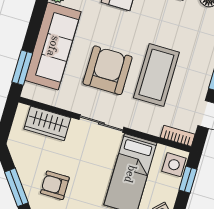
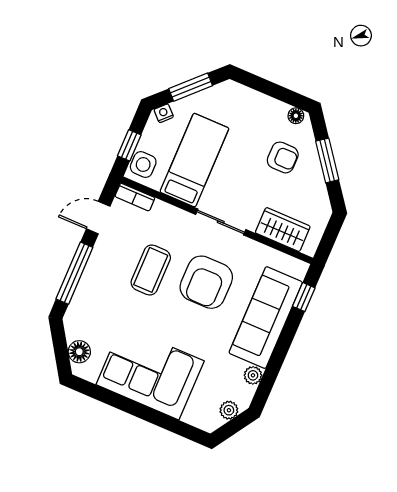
window: (22, 68) -> (304, 297), width x0.67
coffee table: (156, 75) -> (151, 270), width x0.73, depth x0.76

